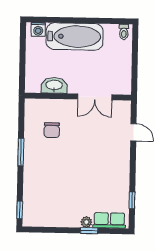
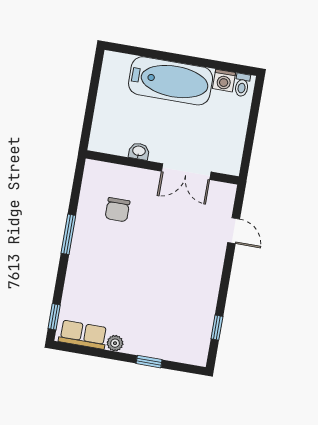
washing machine: (38, 29) -> (224, 81), moved
washbasin: (54, 85) -> (139, 151), width x0.52, depth x0.69
row of seats: (109, 220) -> (83, 335), moved
plant: (86, 222) -> (115, 343), moved

